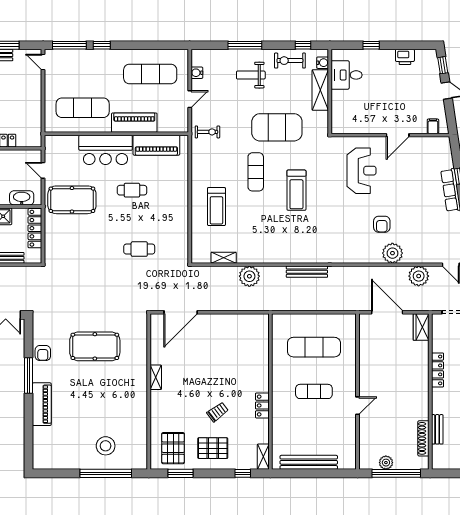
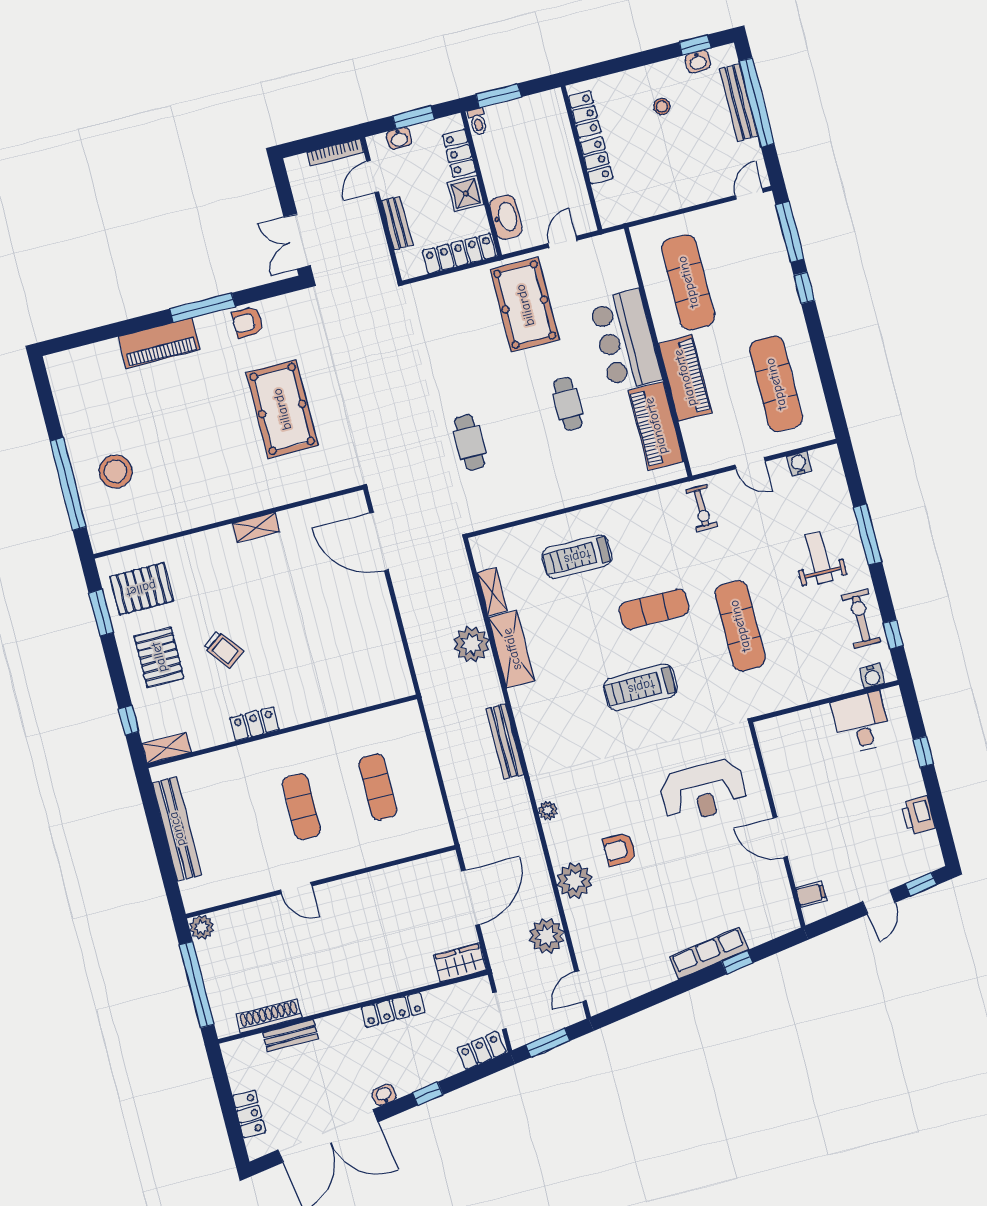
shelving: (320, 90) -> (512, 649), moved, turned 90
exercise mat: (277, 127) -> (740, 626), width x0.68
plant: (351, 258) -> (548, 811), added
exercise mat: (314, 347) -> (378, 787), width x0.73, depth x0.69
plant: (386, 463) -> (202, 927), moved

